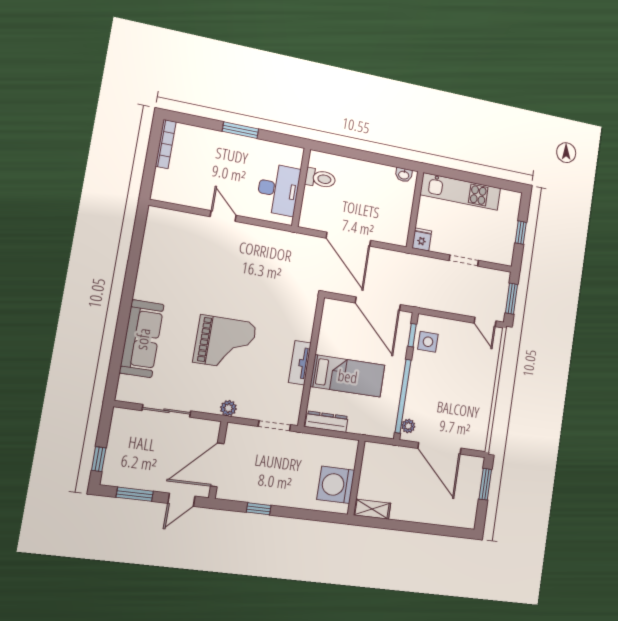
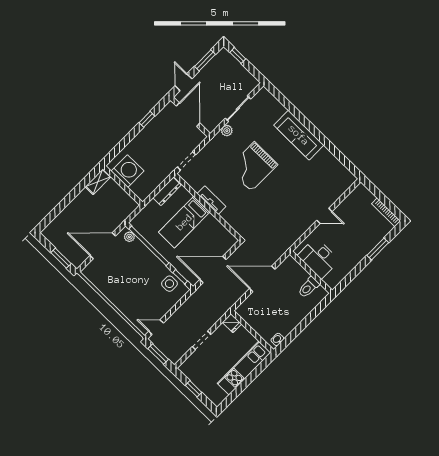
window: (240, 130) -> (378, 249), moved
sofa: (142, 339) -> (299, 135), moved
plant: (228, 408) -> (227, 131), moved

